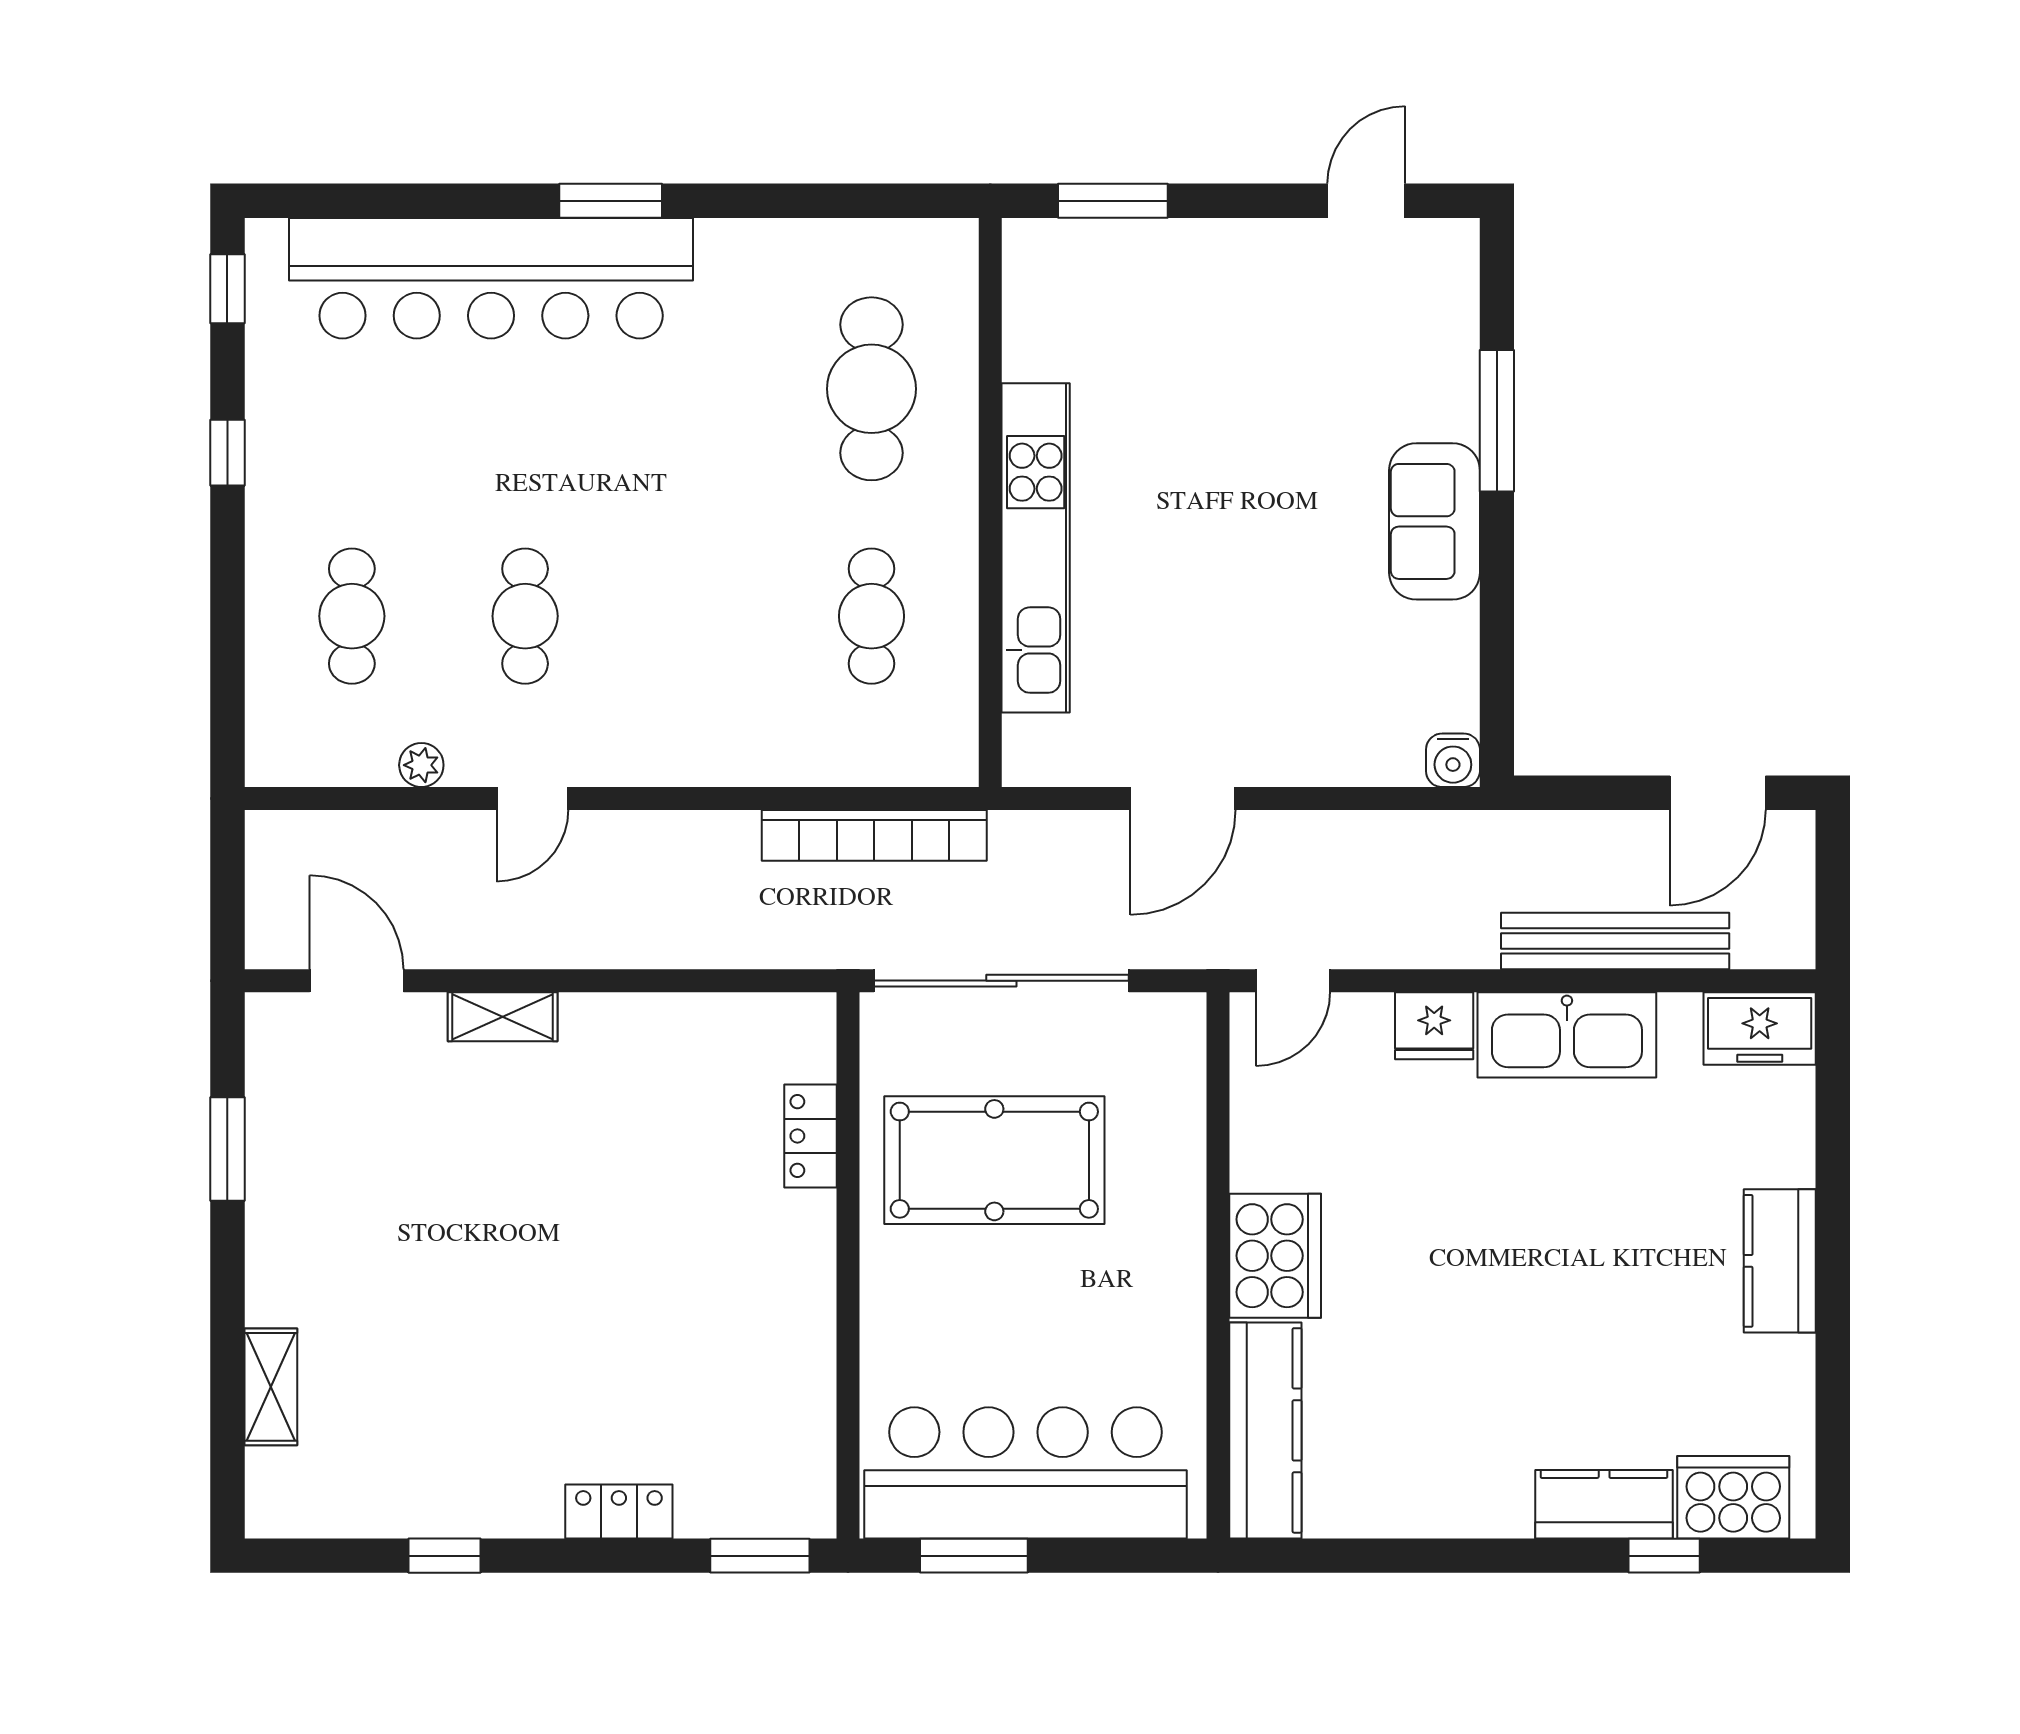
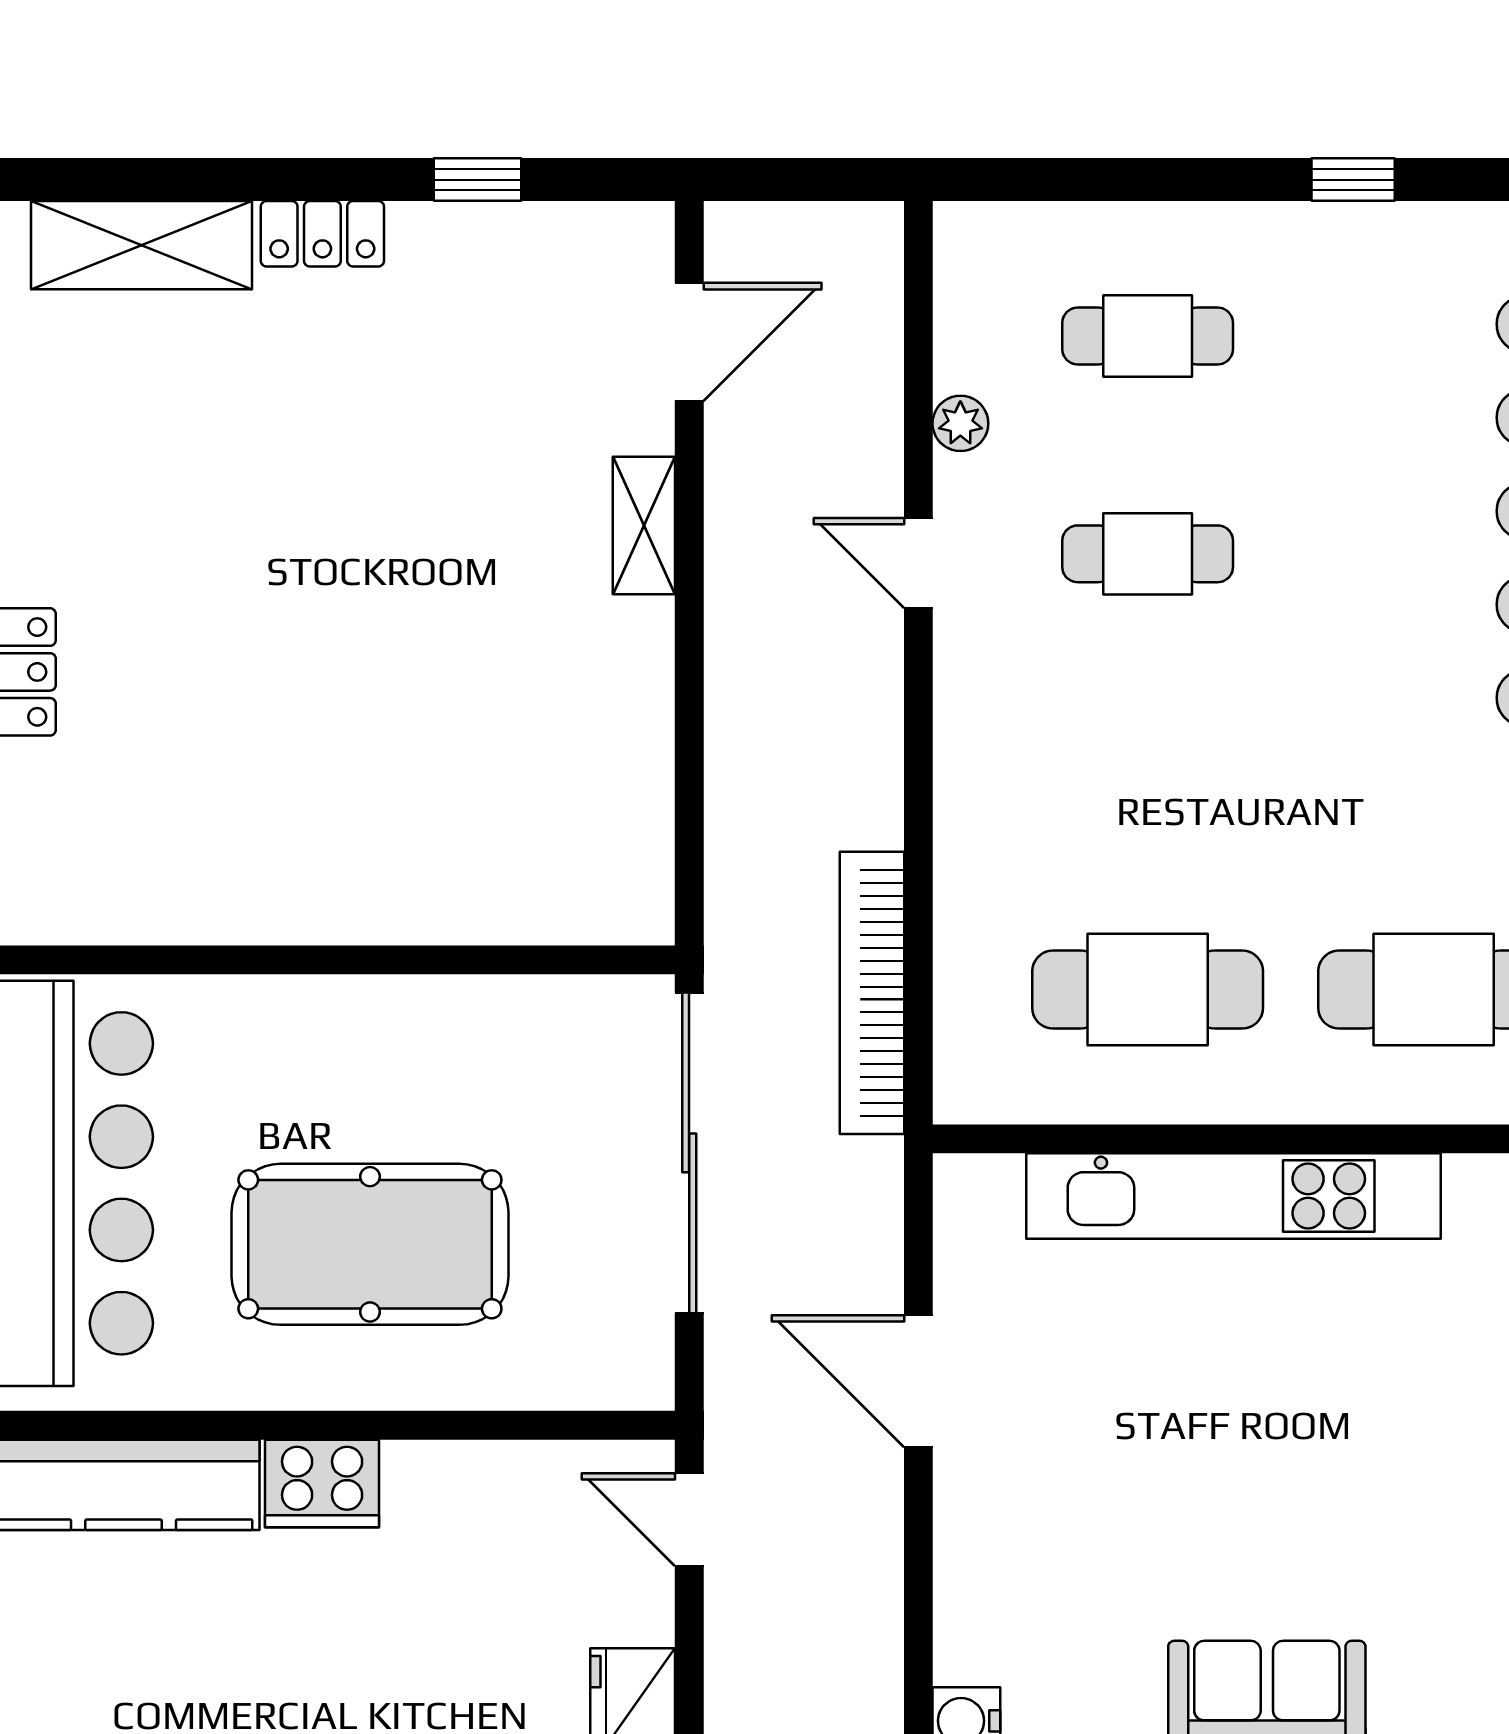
cafe table: (871, 616) -> (1148, 990), width x1.37, depth x1.35
locker: (810, 1136) -> (322, 234), moved, turned 180
window: (227, 1149) -> (477, 180), width x0.67
pool table: (994, 1160) -> (370, 1244), moved, turned 90
cooker: (1275, 1256) -> (322, 1484), width x0.73, depth x0.76
shelving: (271, 1387) -> (141, 245), width x1.50, depth x1.33

